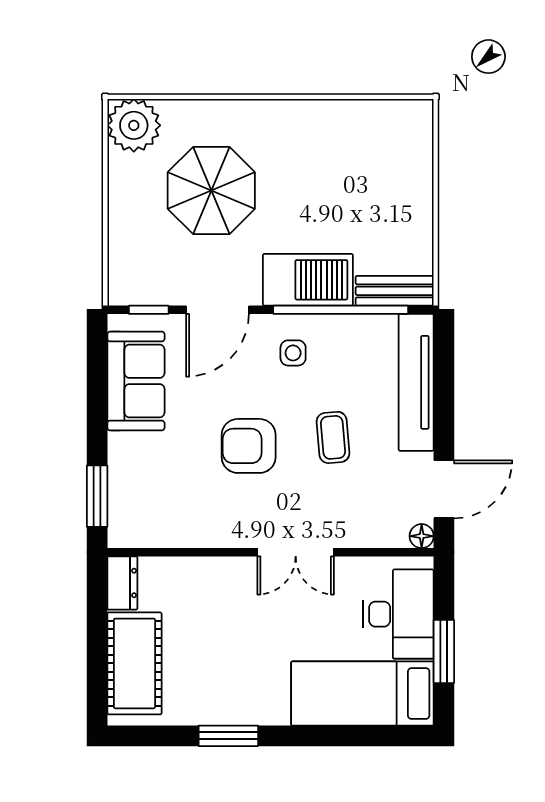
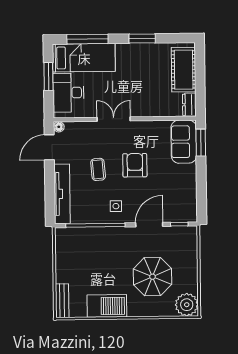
barbecue: (308, 280) -> (107, 306), moved, turned 180
bench: (395, 291) -> (62, 301), moved, turned 90
sofa: (136, 381) -> (184, 142), moved
armchair: (249, 446) -> (135, 165), turned -90
window: (354, 736) -> (87, 39), added

